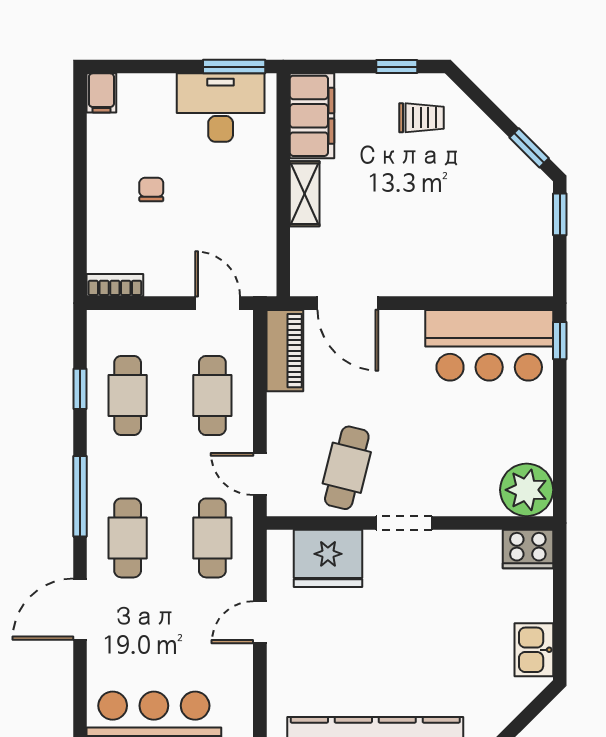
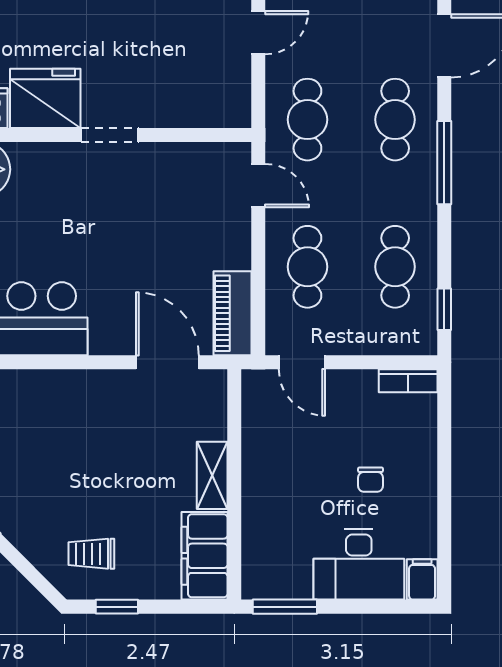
desk: (221, 108) -> (359, 564), moved
window: (80, 389) -> (444, 309), moved
cafe table: (347, 468) -> (168, 192), removed
fridge: (328, 558) -> (45, 98), moved

